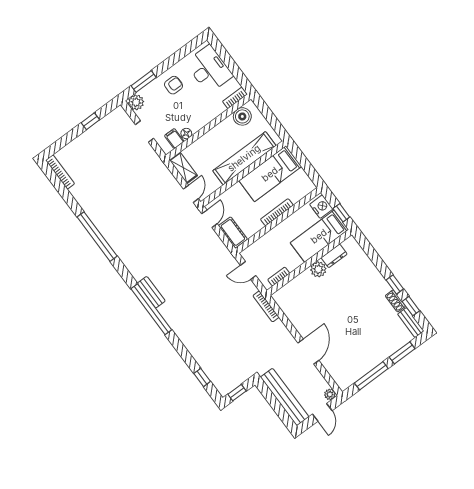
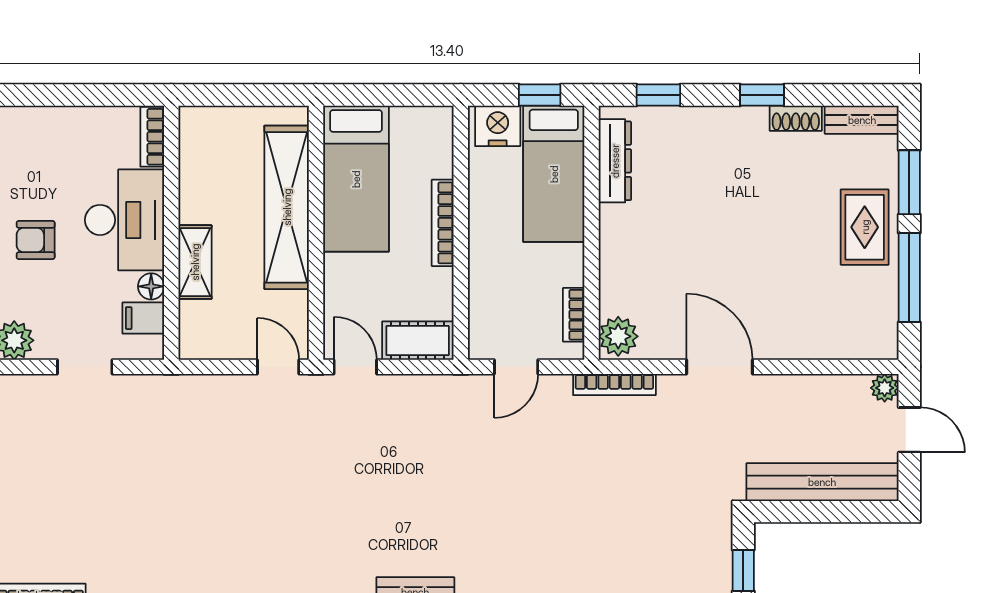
desk: (209, 69) -> (125, 220), moved, turned 90
armchair: (174, 85) -> (36, 240), turned -90
boiler: (242, 116) -> (200, 149), removed
shelving: (183, 168) -> (195, 262), moved, turned 90
dresser: (334, 256) -> (615, 161), width x1.44
plant: (318, 269) -> (618, 336), moved
window: (411, 306) -> (658, 95), moved
rug: (377, 349) -> (865, 227), added
door: (308, 352) -> (719, 367), moved

